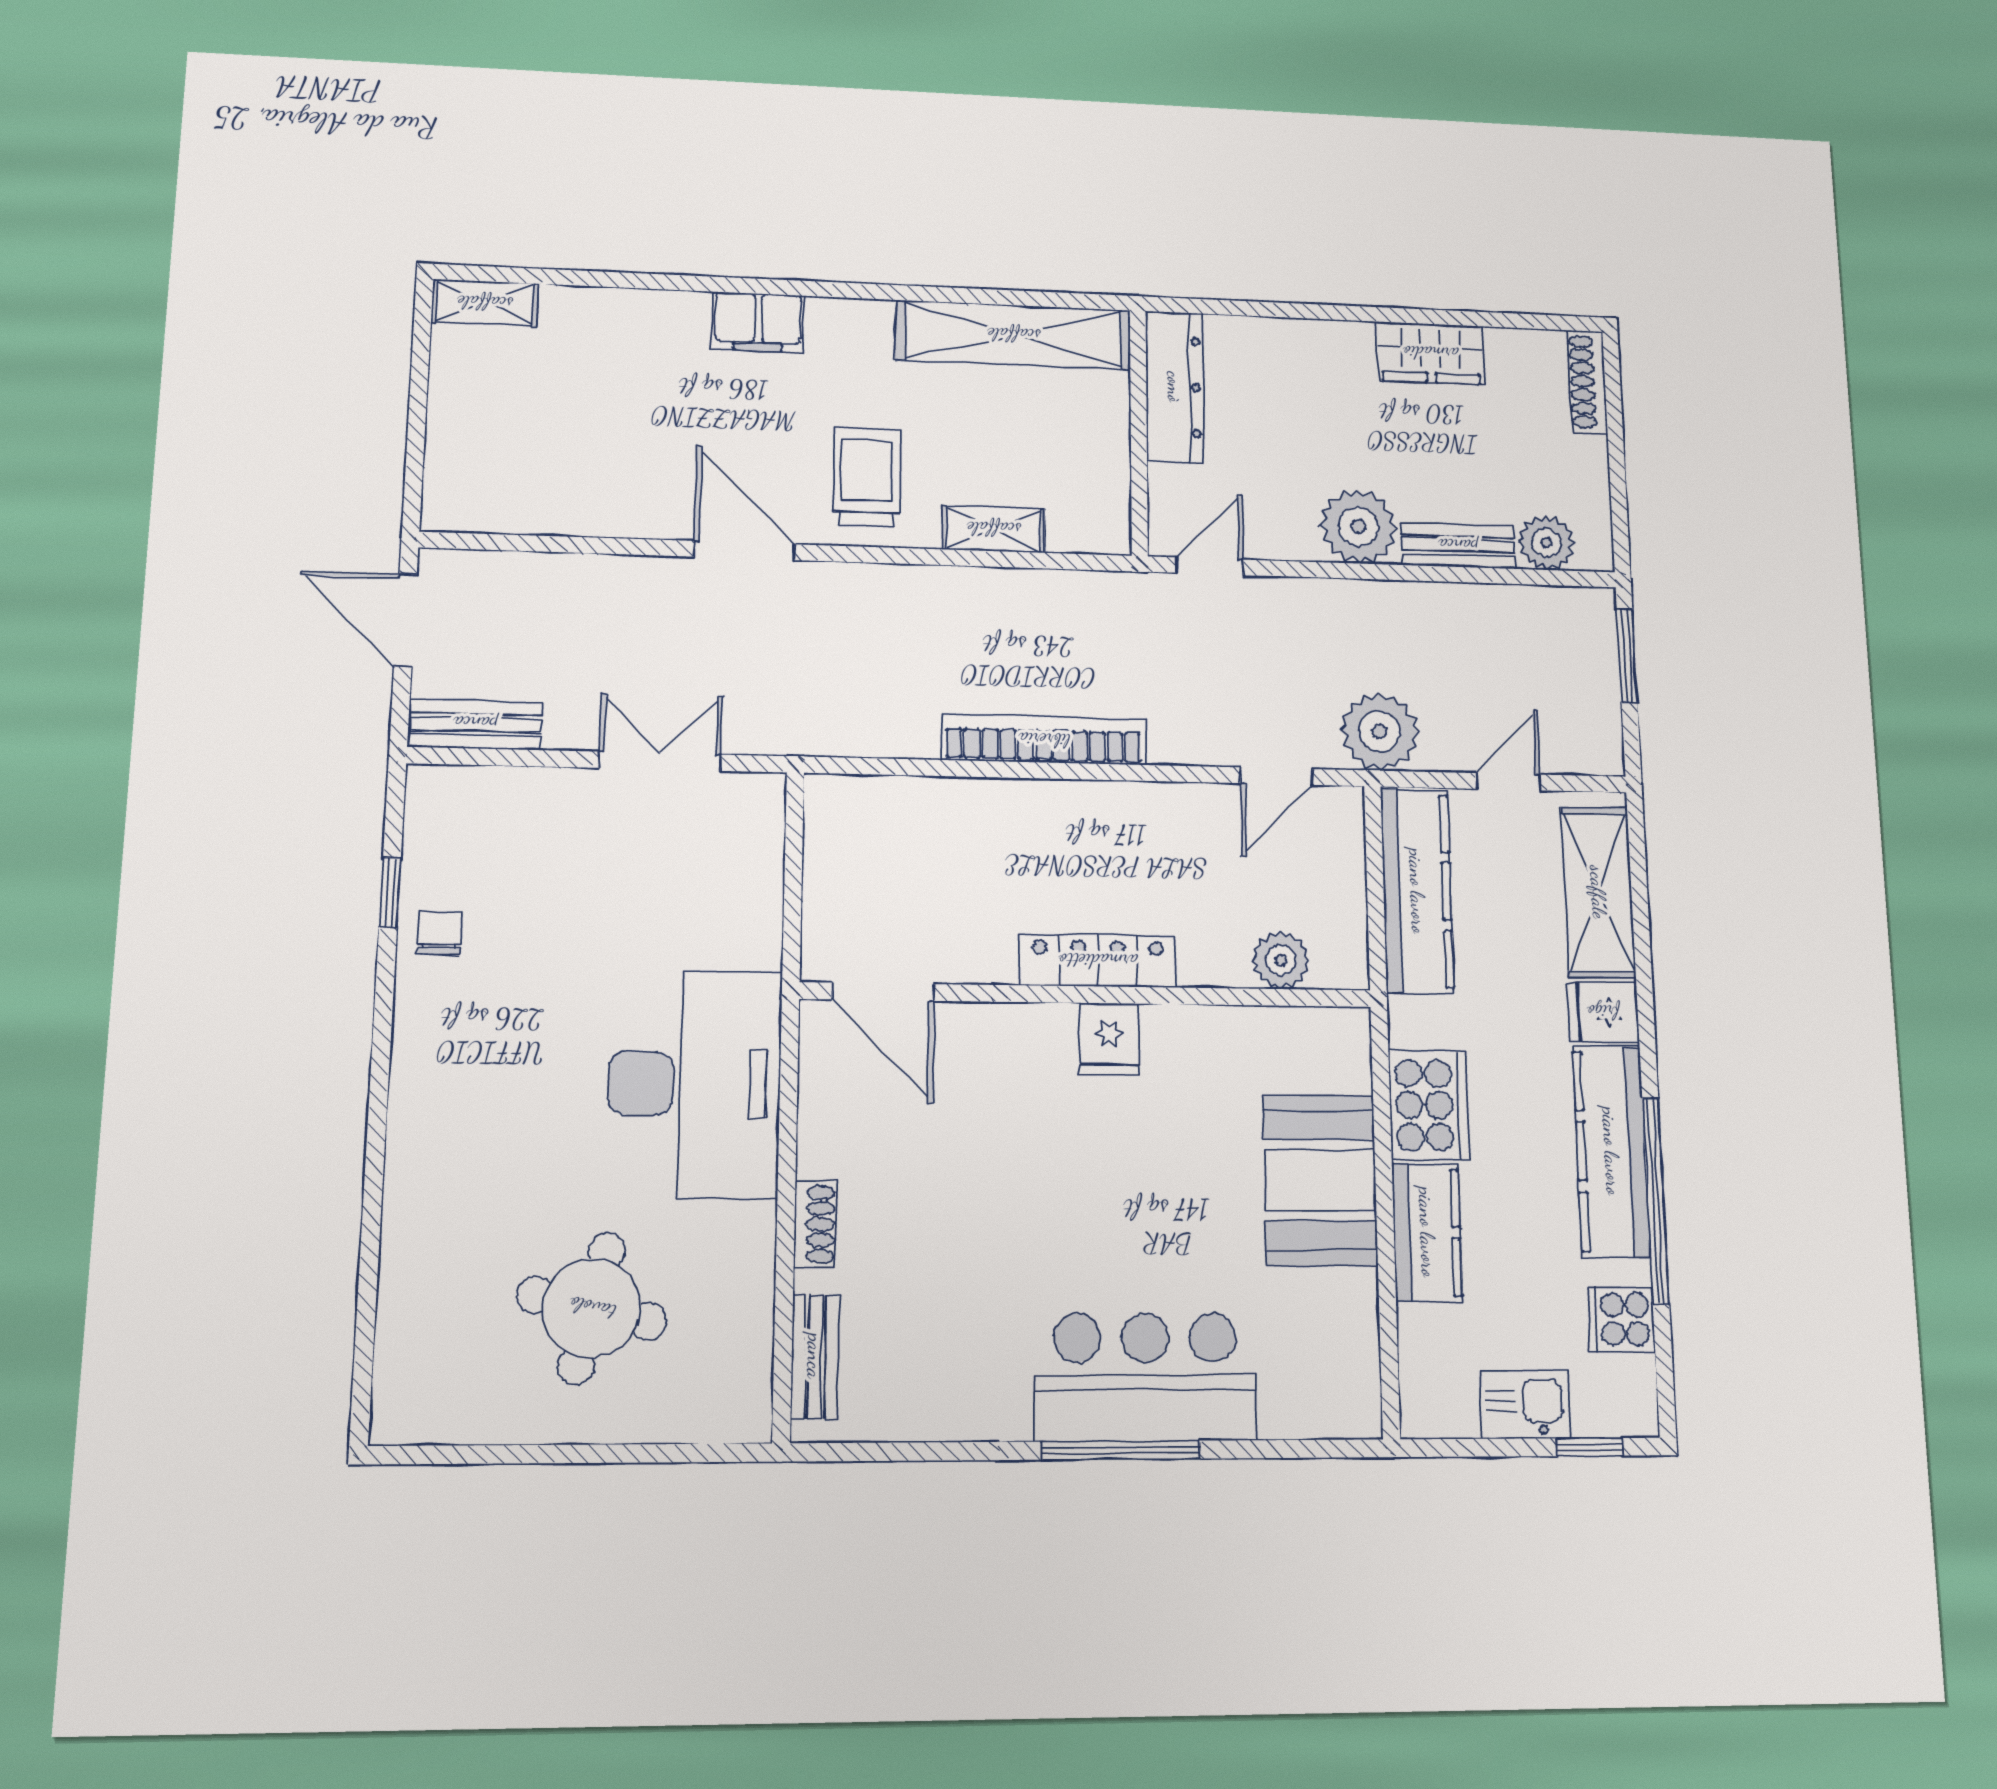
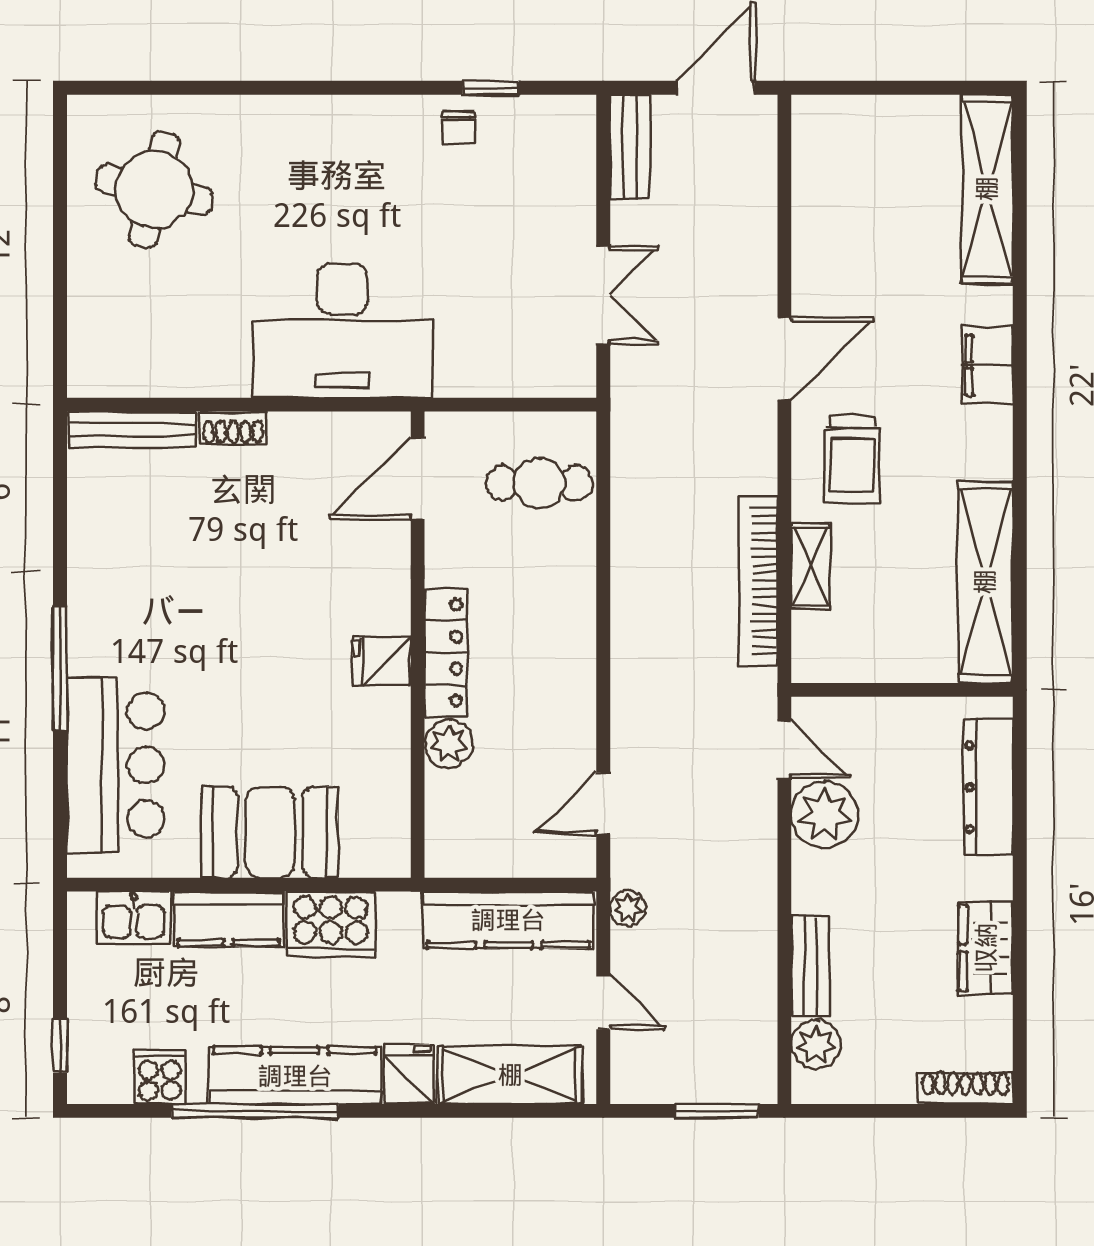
shelving: (485, 303) -> (987, 189), width x2.20, depth x1.33
dresser: (1174, 387) -> (989, 787), moved, turned 90
trolley: (867, 477) -> (853, 459), turned 90
plant: (1358, 526) -> (824, 815), moved
plant: (1380, 732) -> (628, 908), width x0.53, depth x0.53
bookcase: (1044, 740) -> (758, 581), moved, turned 180
door: (1277, 776) -> (603, 803), hinge flipped
cafe table: (891, 844) -> (539, 483), added
chair: (439, 934) -> (459, 128), turned 90
plant: (1281, 960) -> (448, 744), moved
round table: (592, 1308) -> (154, 190), moved
bench: (815, 1356) -> (132, 429), width x1.36
bar counter: (1145, 1377) -> (116, 765), moved
kitchen sink: (1525, 1404) -> (134, 918), moved, turned 90

